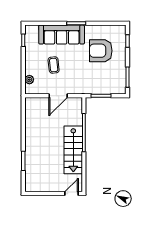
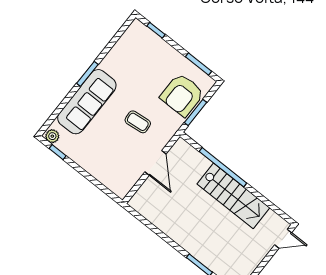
armchair: (101, 51) -> (182, 95), moved
coffee table: (54, 65) -> (138, 122), moved
plant: (29, 80) -> (52, 136), moved
door: (71, 194) -> (283, 239), swing flipped

